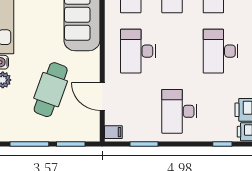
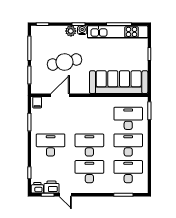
desk: (138, 51) -> (89, 145), moved
cafe table: (51, 90) -> (65, 62), turned -32

